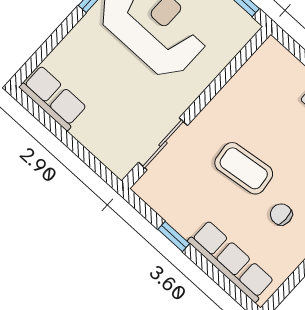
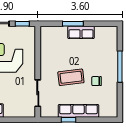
row of seats: (231, 261) -> (78, 111), moved

